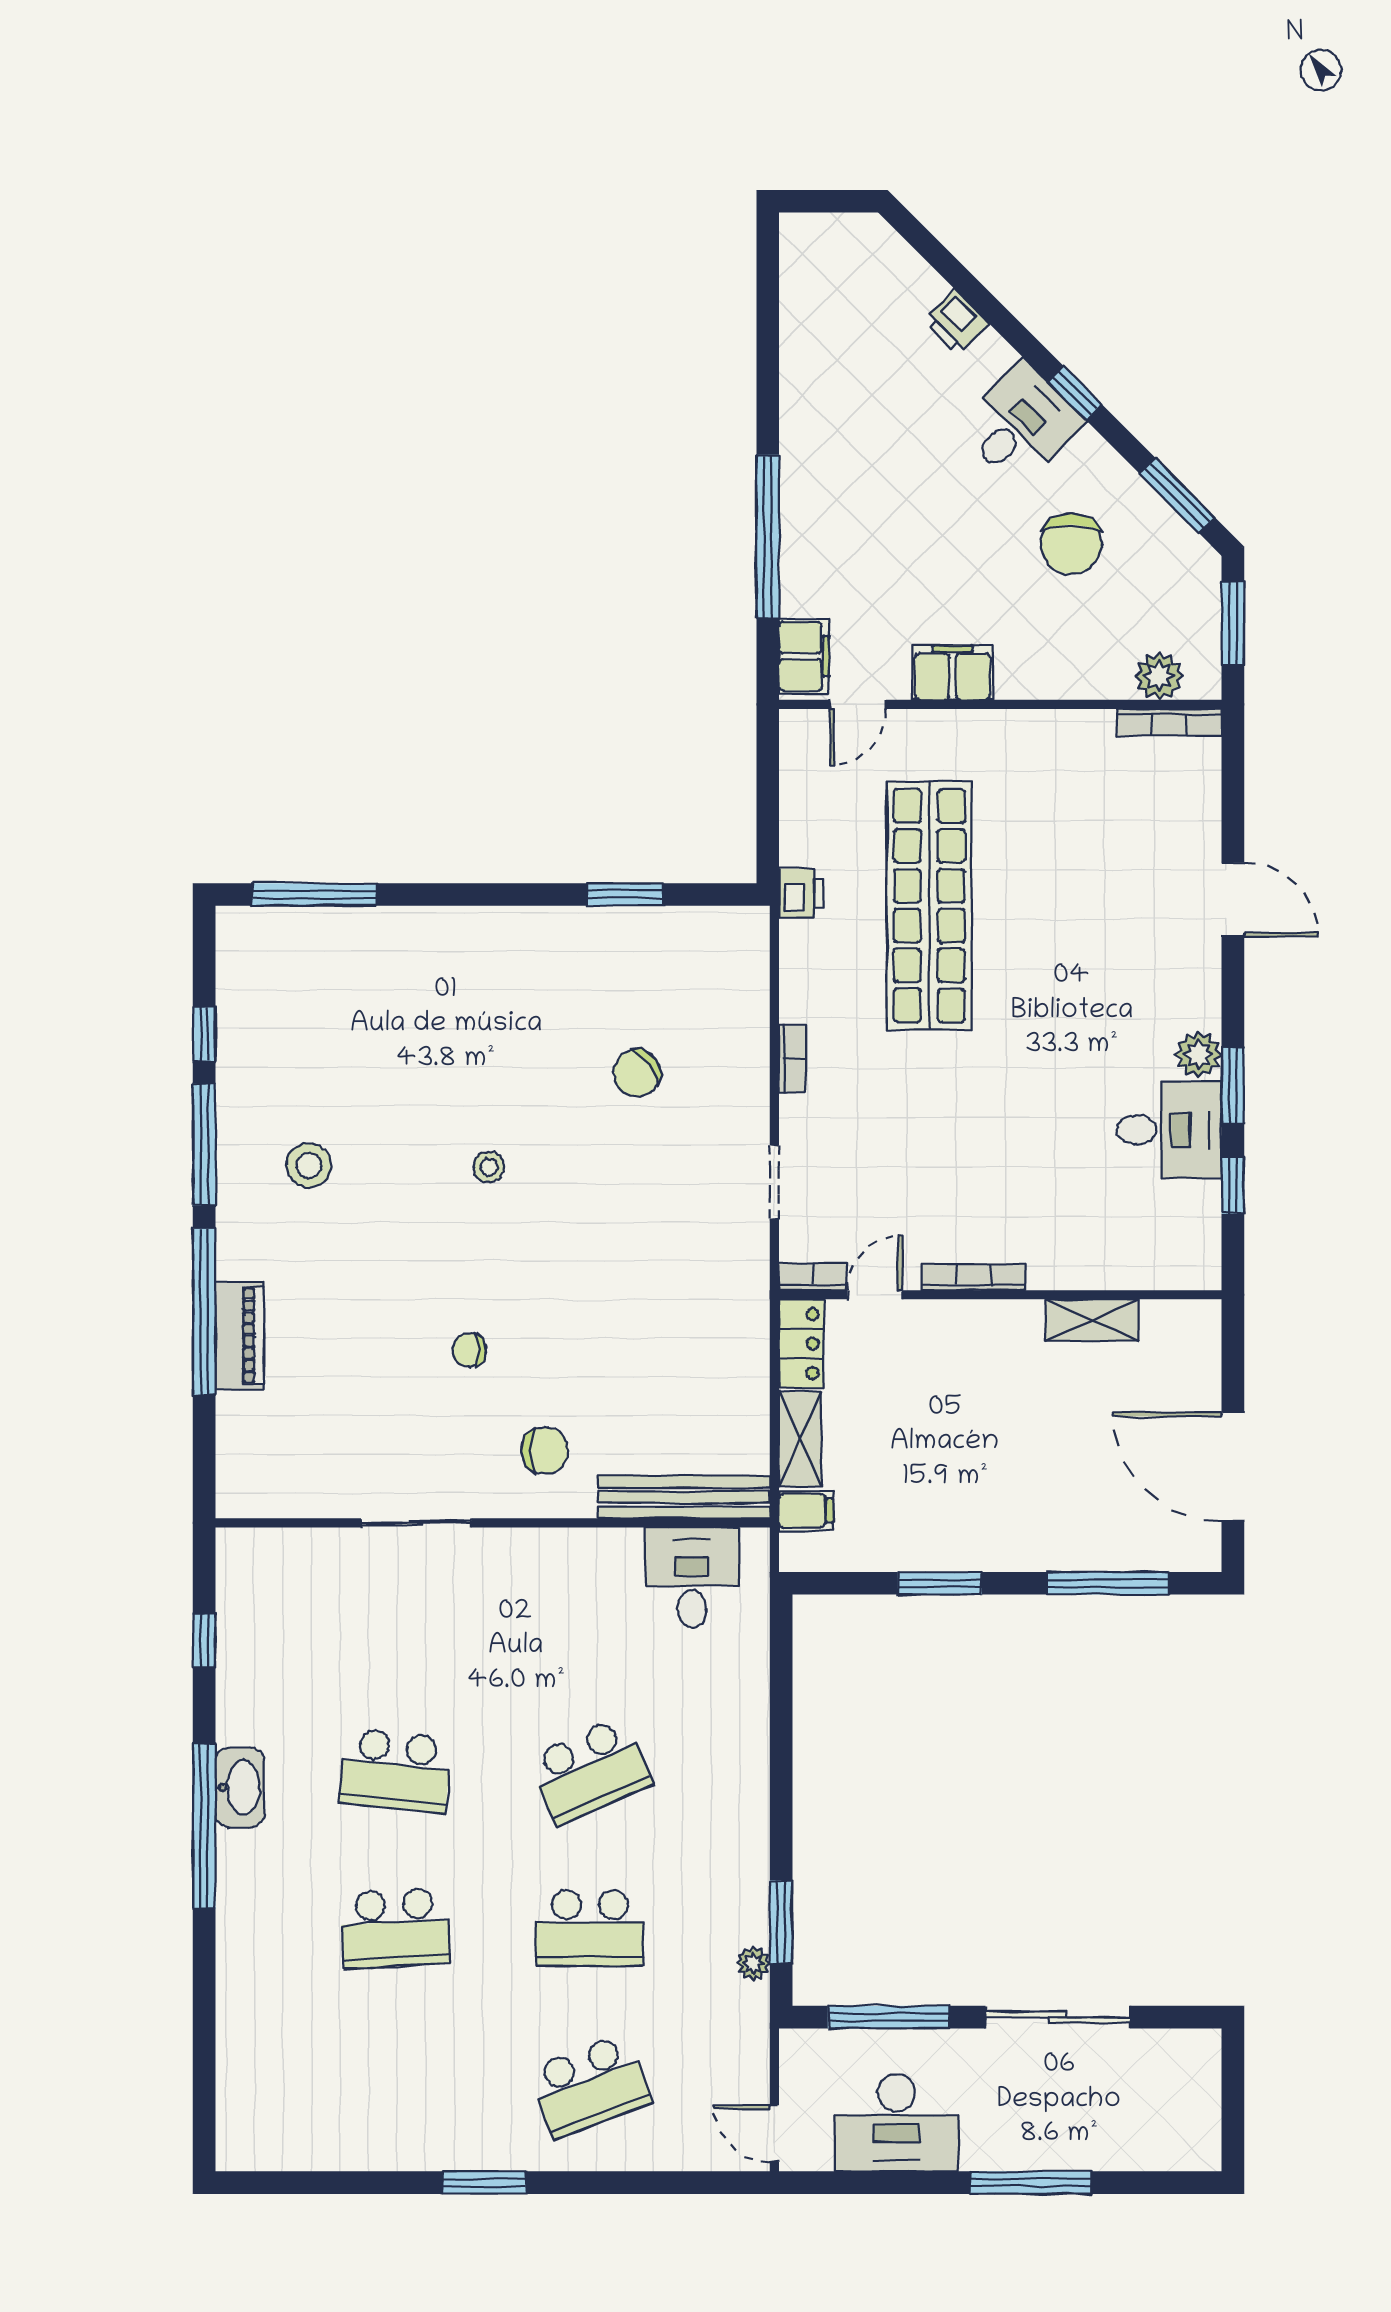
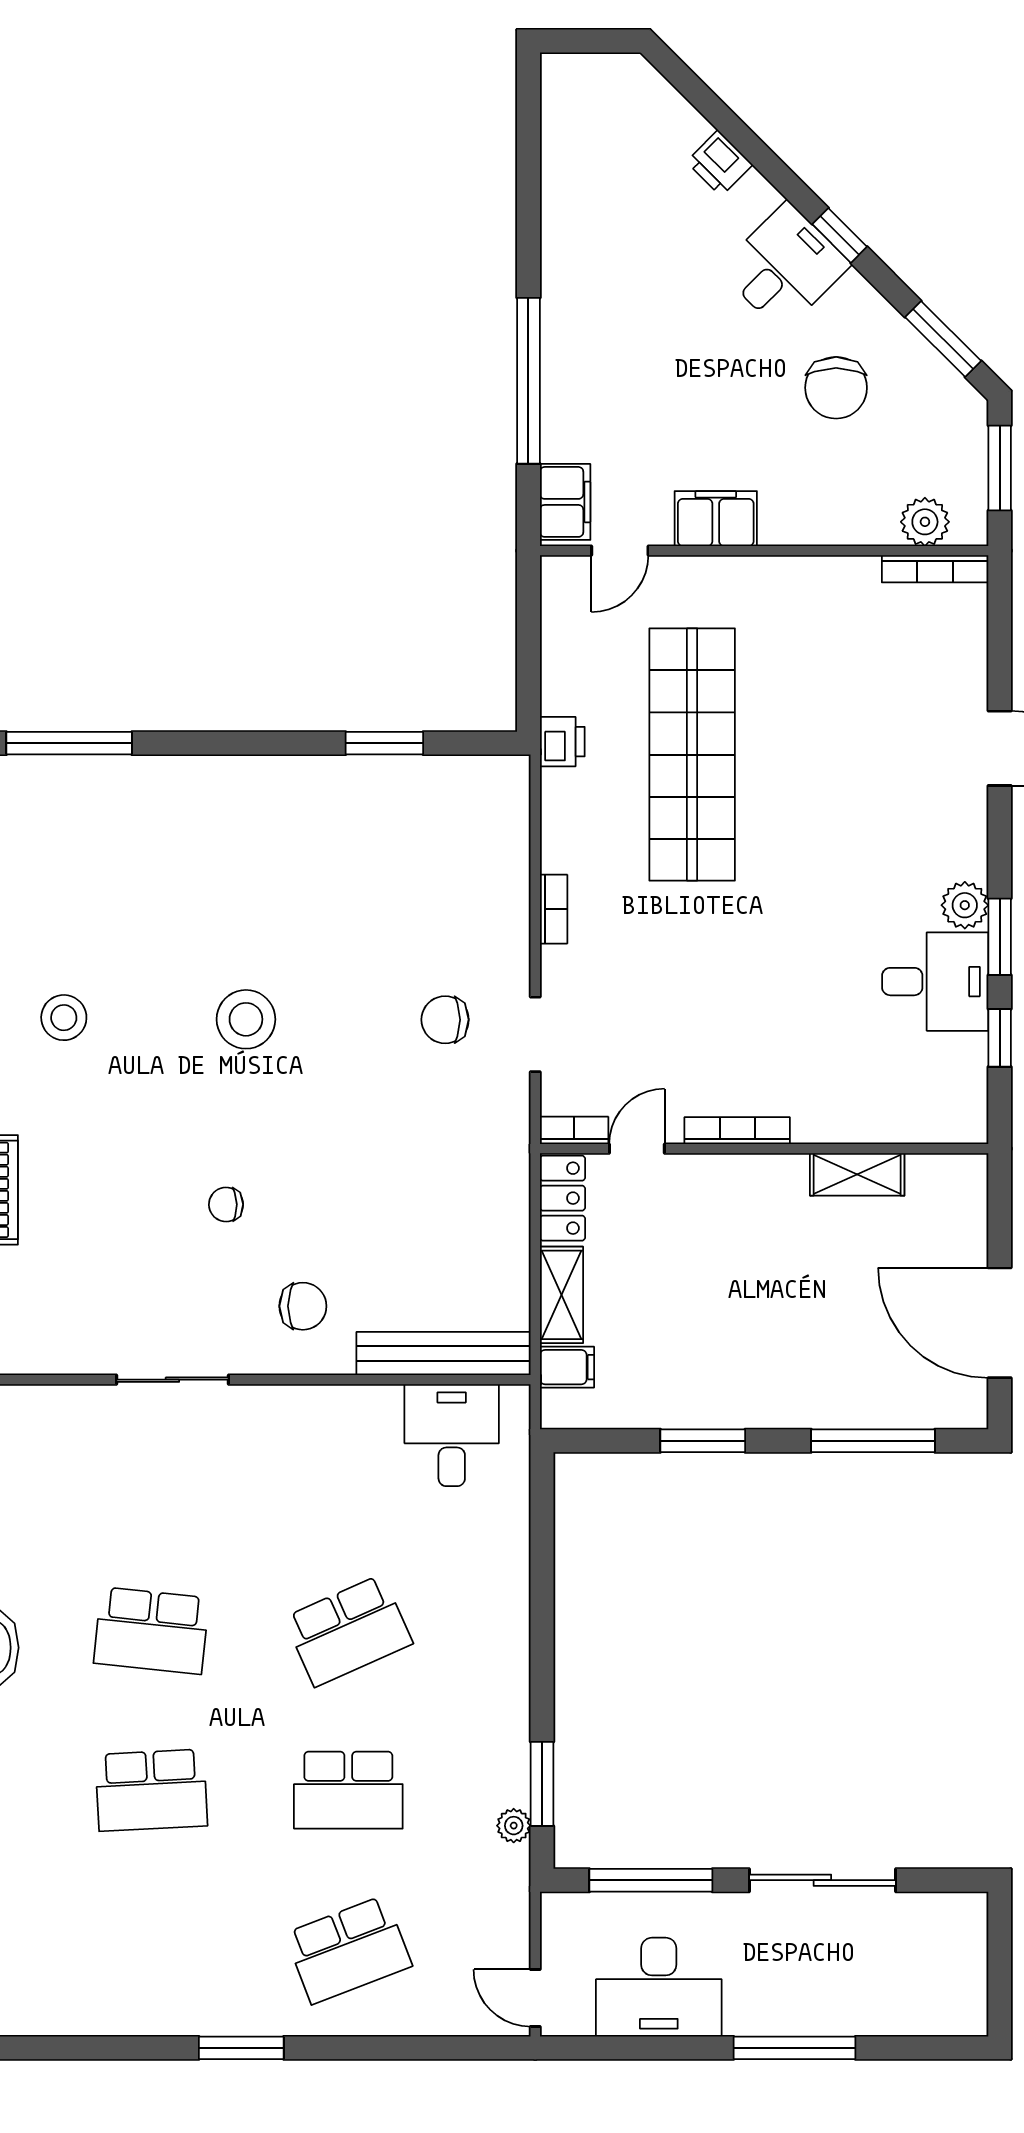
chair: (637, 1073) -> (445, 1020), moved, turned 37
stool: (489, 1167) -> (246, 1019), width x1.89, depth x1.89

